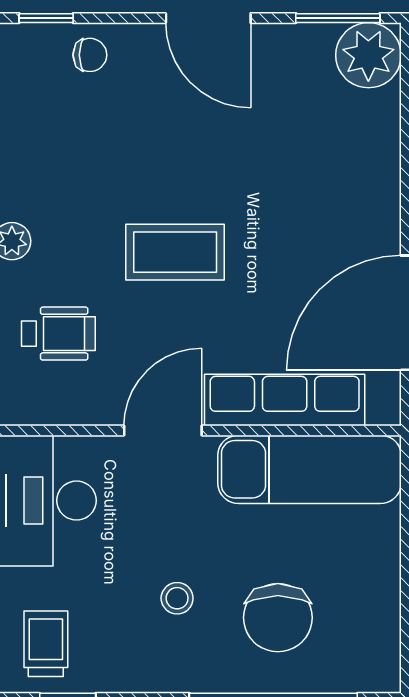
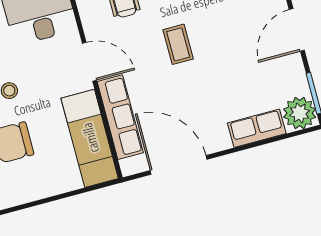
row of seats: (376, 145) -> (257, 128), added
coffee table: (175, 252) -> (178, 44), width x0.73, depth x0.77

